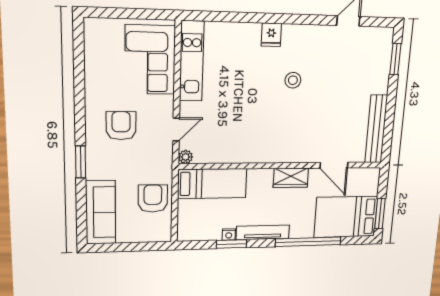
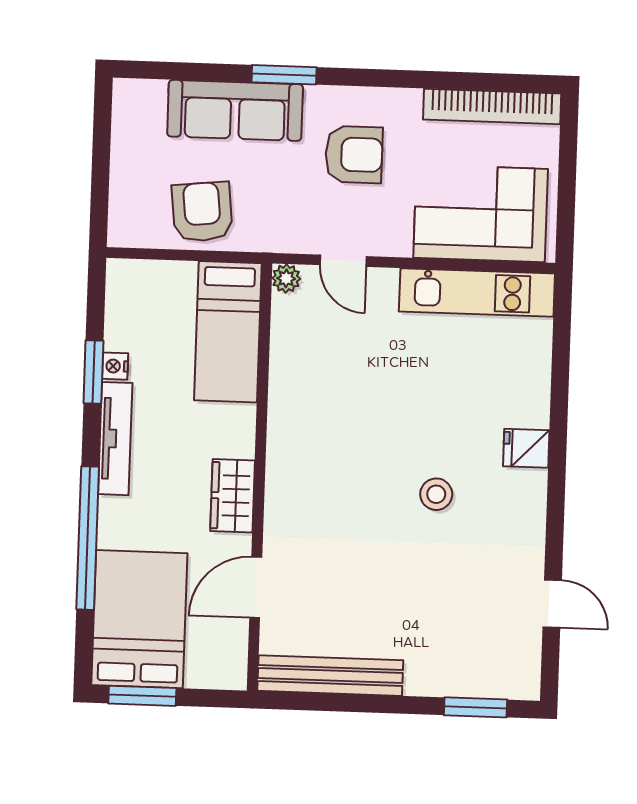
bookcase: (92, 54) -> (492, 106), added
armchair: (153, 198) -> (202, 212), turned -96
sofa: (101, 212) -> (235, 110), moved

